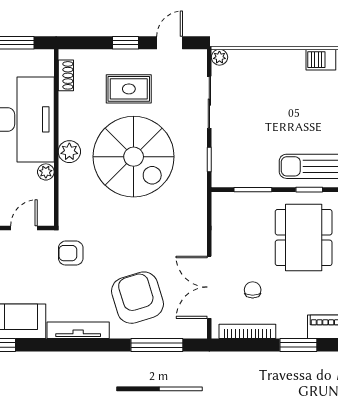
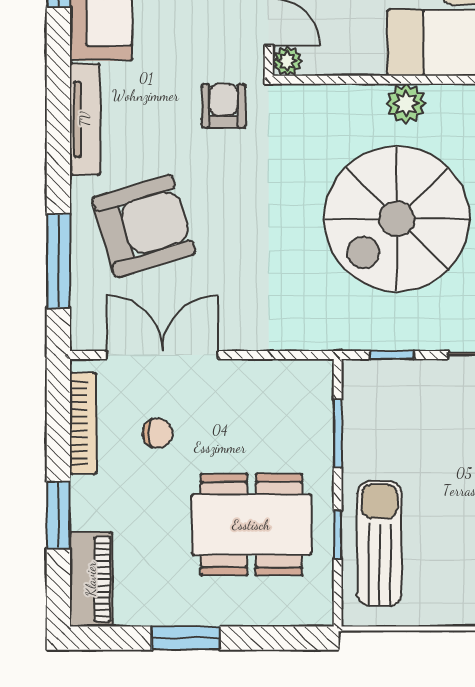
plant: (46, 172) -> (287, 61), moved

